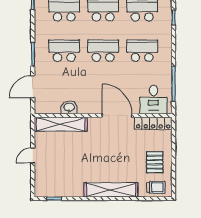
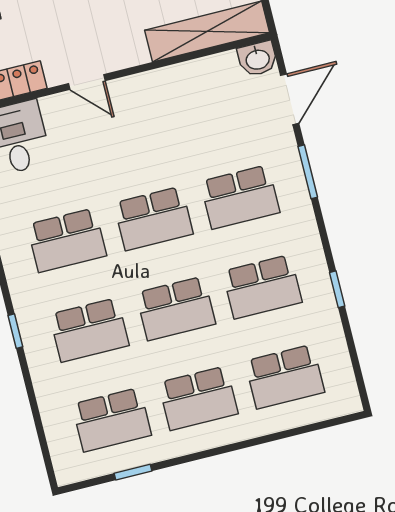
washbasin: (69, 107) -> (257, 59), moved
door: (117, 116) -> (87, 82), width x0.53

